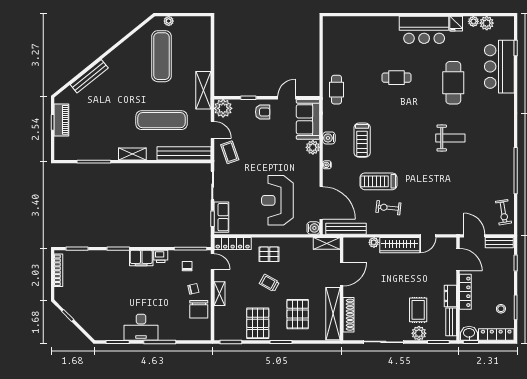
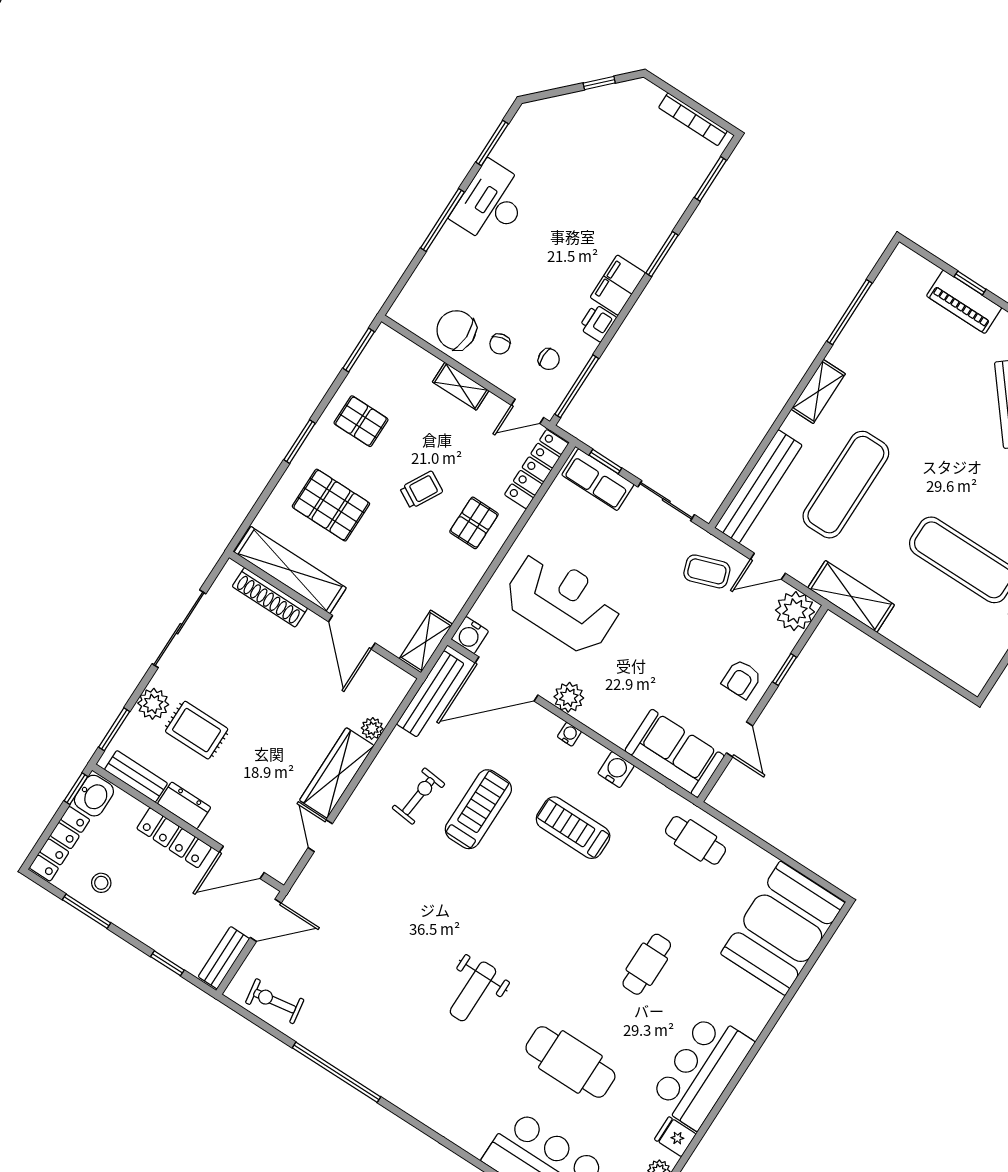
booth: (349, 34) -> (783, 928), added
plant: (313, 147) -> (569, 697), moved
pallet: (258, 323) -> (361, 421), width x0.67, depth x0.71

